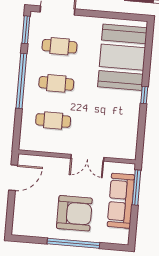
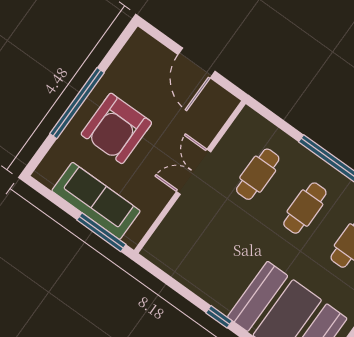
double door: (87, 158) -> (194, 172), moved
door: (13, 178) -> (196, 63), moved

